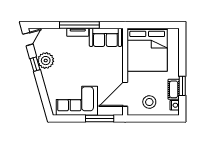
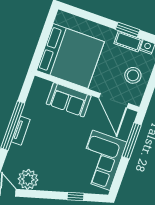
sofa: (105, 37) -> (69, 100), moved, turned 90
plant: (46, 61) -> (28, 179), moved
window: (35, 64) -> (75, 197), moved

